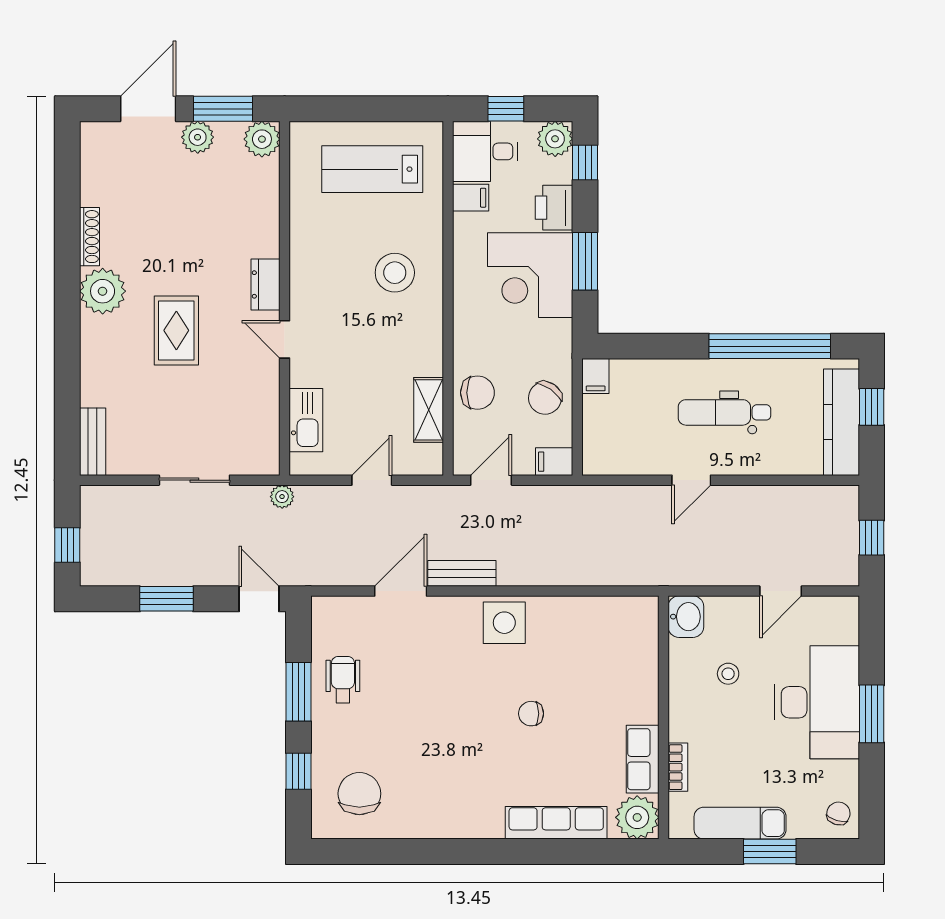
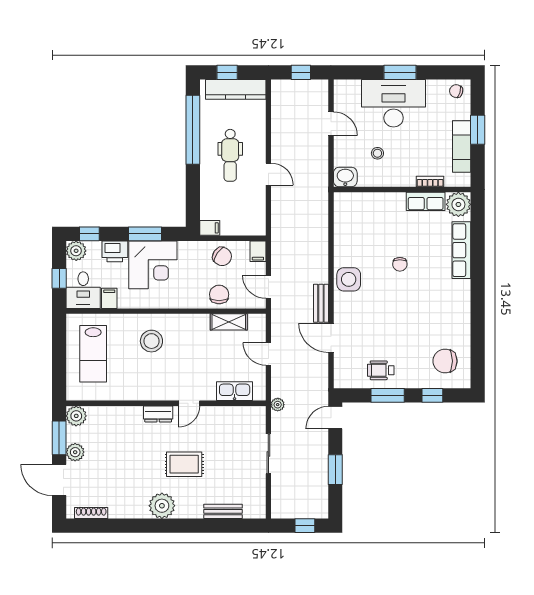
shoe rack: (90, 237) -> (91, 513), moved
bench: (93, 442) -> (223, 511), moved

